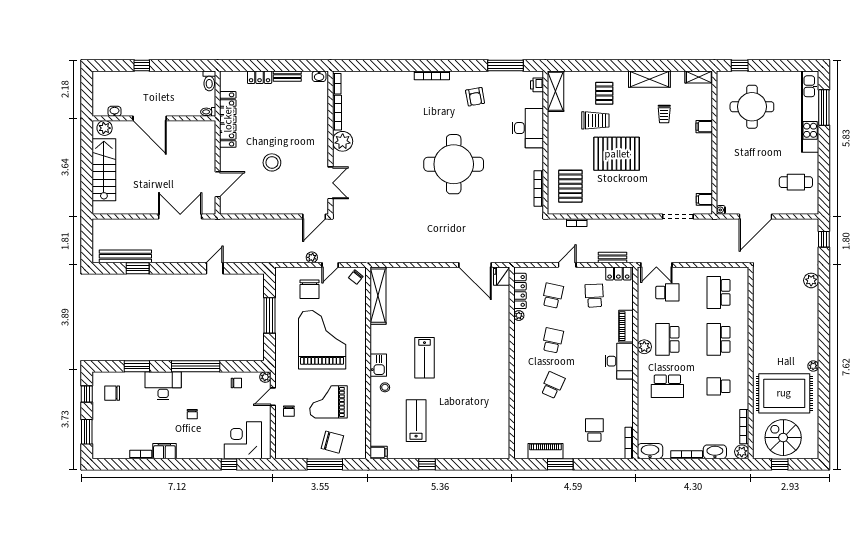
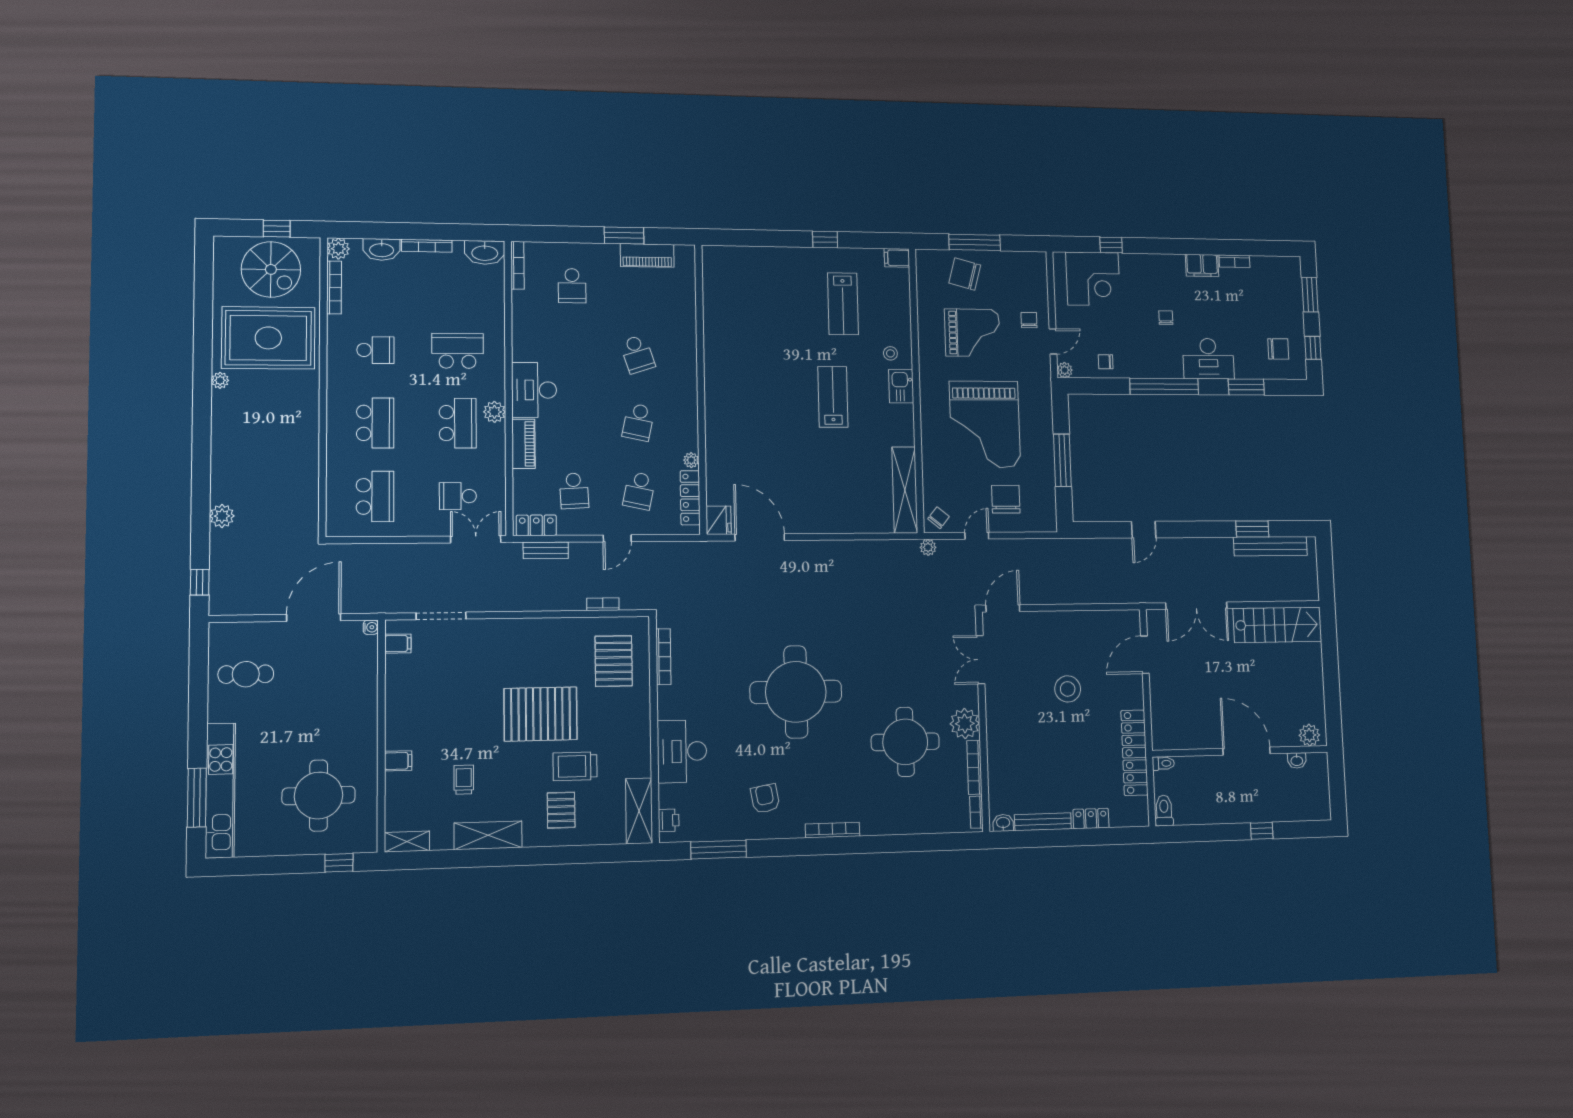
bench: (287, 76) -> (1043, 822), width x1.36
round table: (383, 130) -> (905, 742), added
stairs: (104, 170) -> (1277, 625), moved, turned -90
plant: (312, 257) -> (928, 547), moved
school desk: (553, 385) -> (637, 354), turned -42

